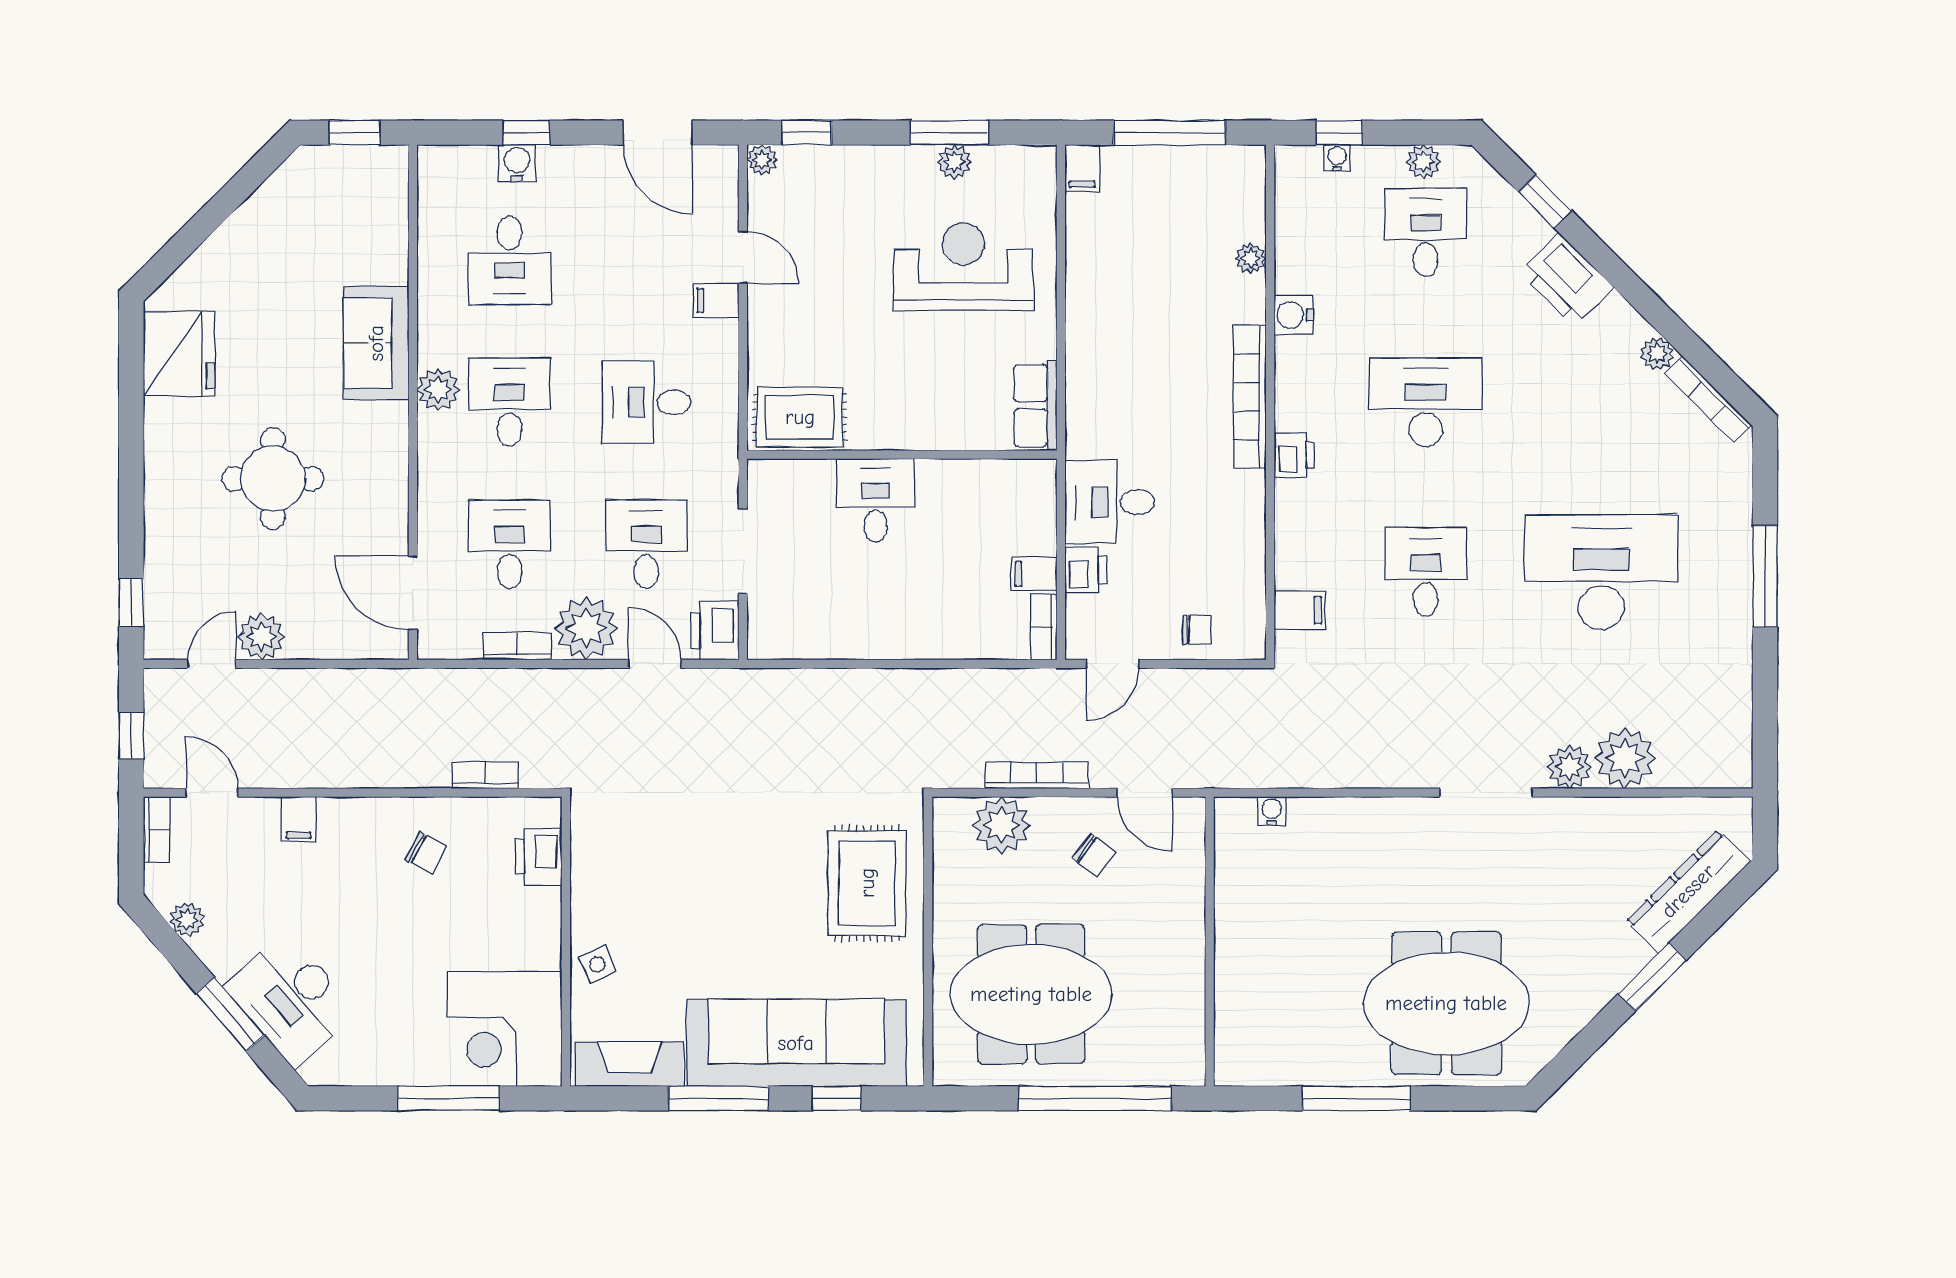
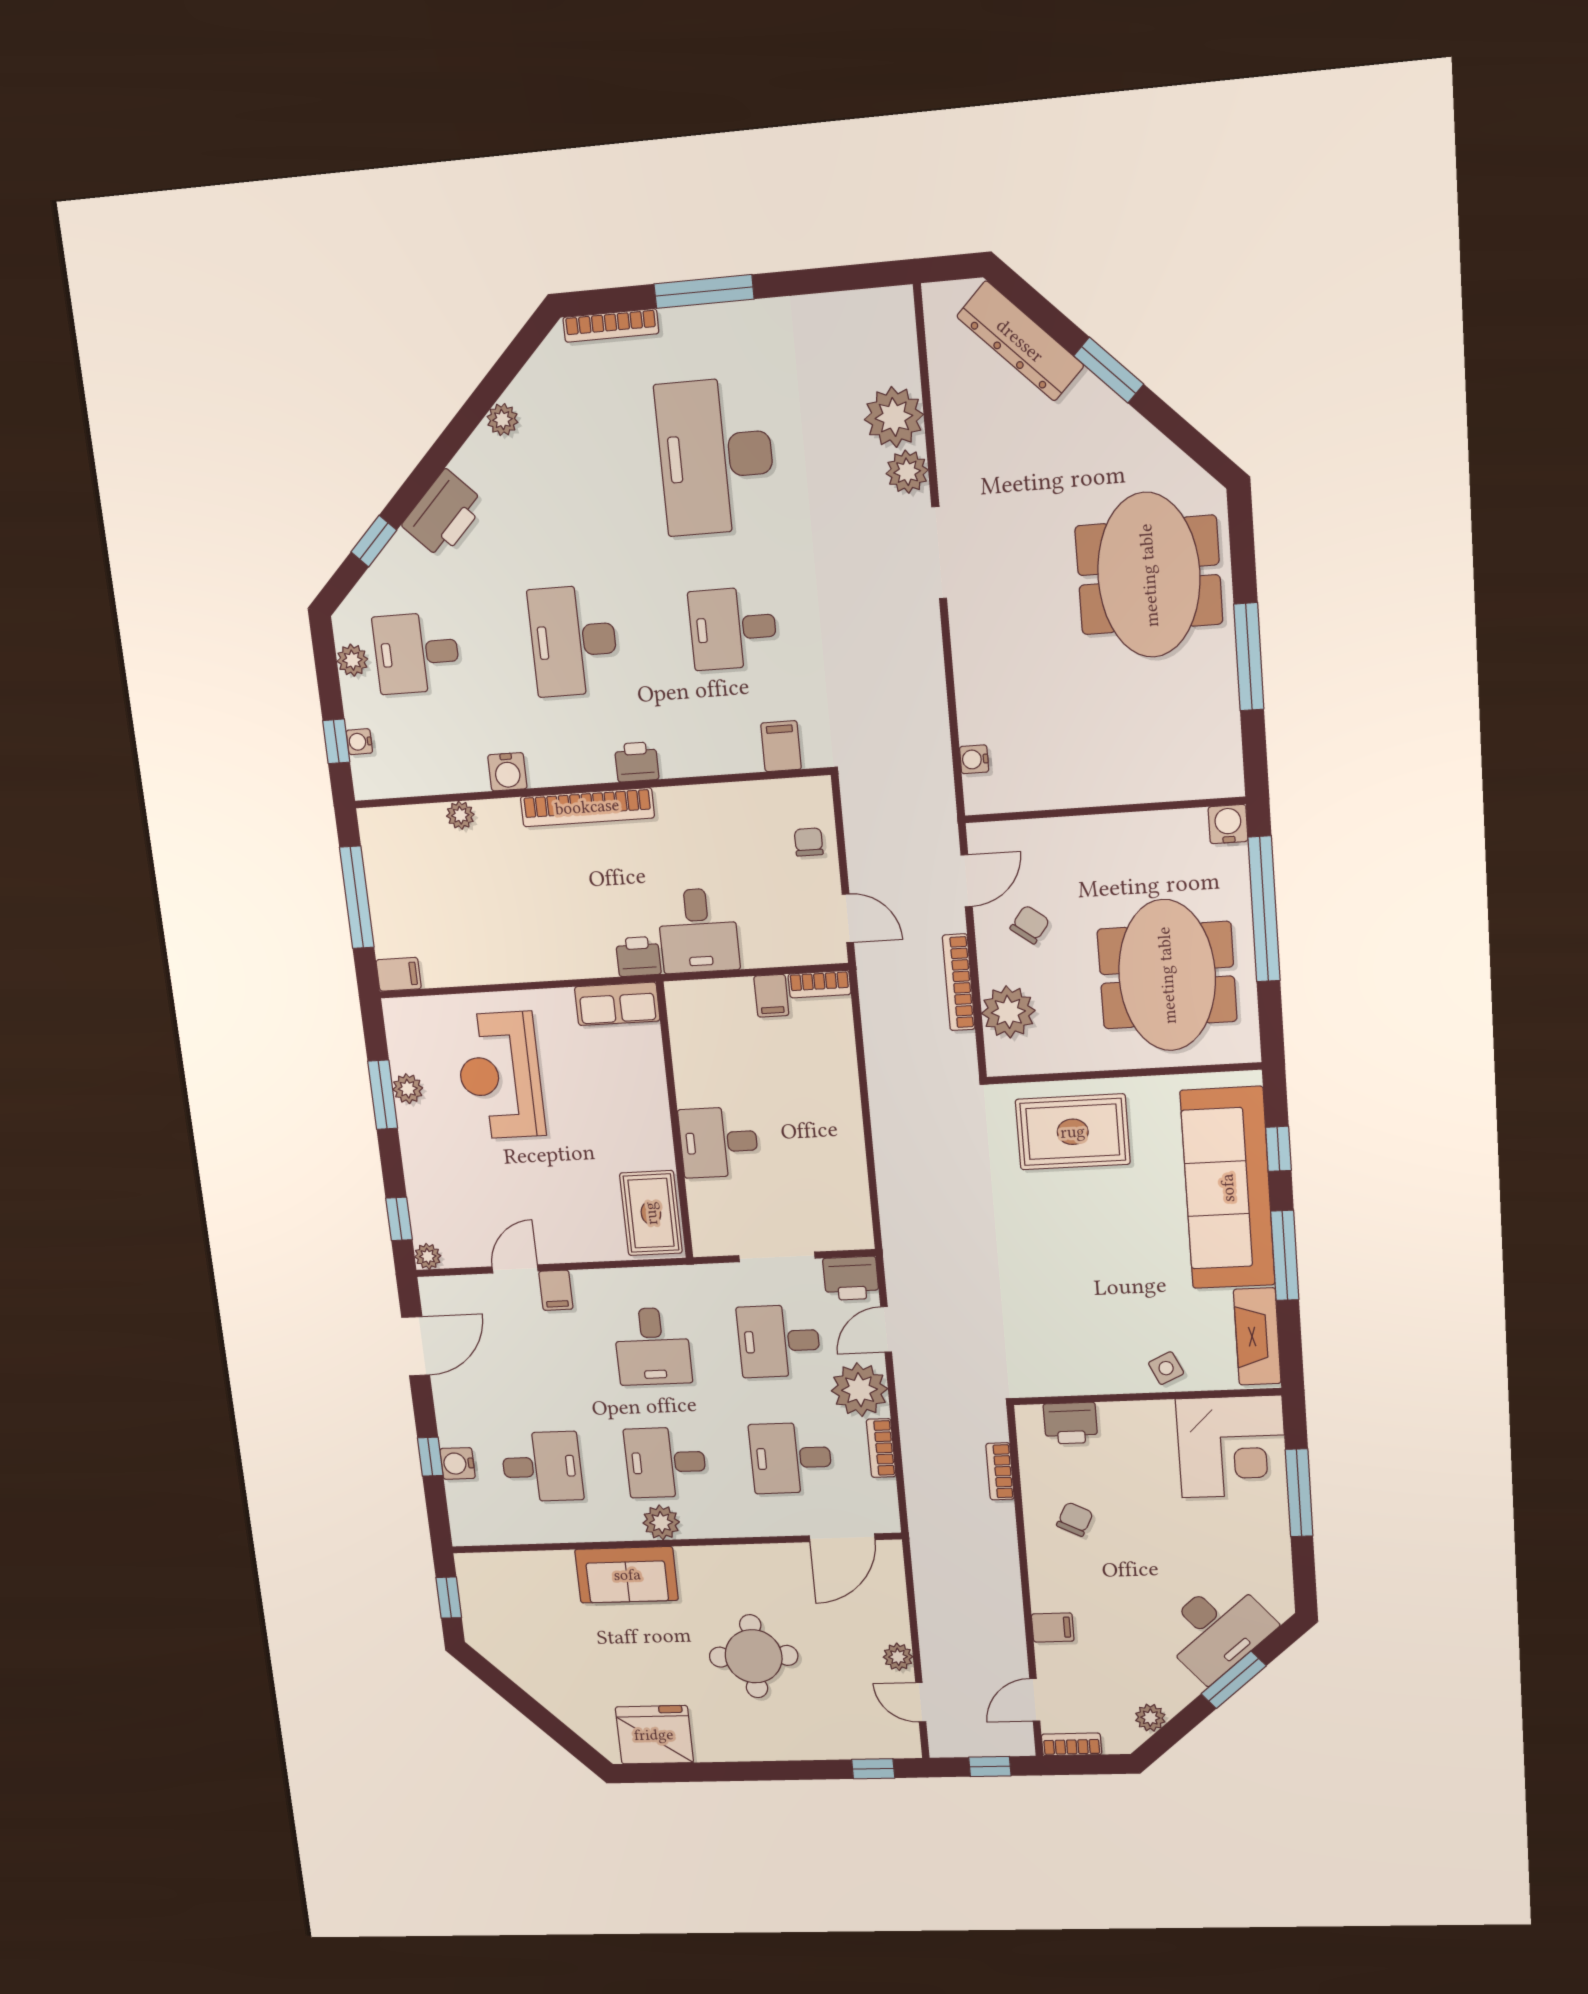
bookcase: (1708, 399) -> (611, 326), moved, turned 45
printer: (1086, 570) -> (638, 956), moved
plant: (261, 637) -> (898, 1657), width x0.73, depth x0.73
water cooler: (1186, 1067) -> (1228, 824), added

